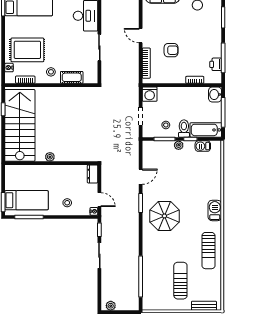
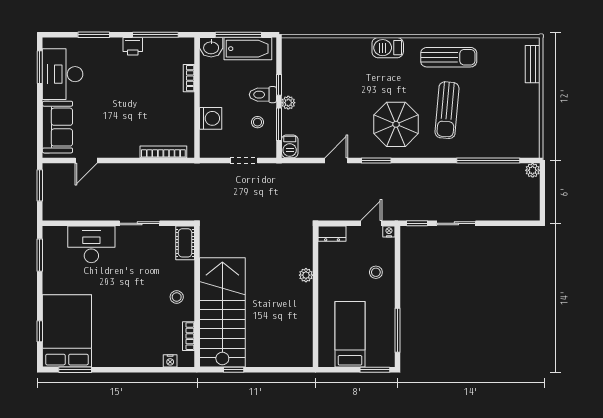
door: (141, 36) -> (86, 160), moved
rug: (27, 50) -> (143, 333), removed
armchair: (171, 50) -> (144, 114), removed
printer: (216, 64) -> (133, 46), moved
cot: (72, 77) -> (185, 243), moved
washing machine: (150, 94) -> (211, 118), moved
stairs: (20, 125) -> (222, 312), moved, turned 90
bathtub: (206, 130) -> (248, 49), moved, turned -90
barbecue: (203, 146) -> (290, 146), moved
plant: (50, 157) -> (306, 275), moved
door: (141, 177) -> (336, 160), hinge flipped
bed: (26, 200) -> (350, 334), moved
sun lounger: (180, 281) -> (447, 110), moved, turned -85
plant: (111, 306) -> (533, 170), moved

